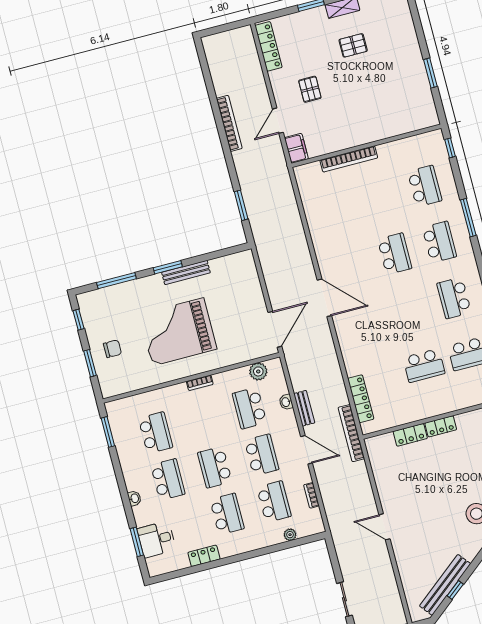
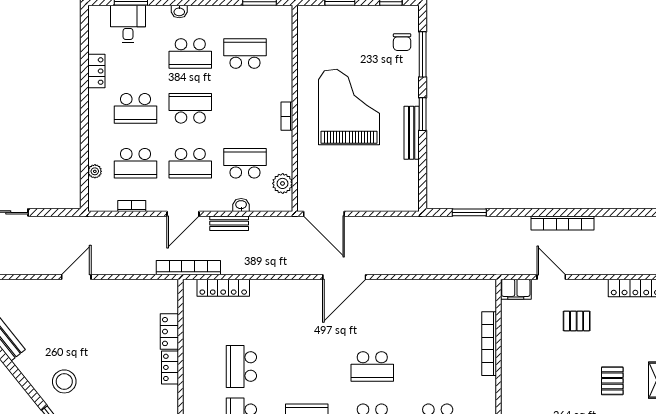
chair: (112, 349) -> (402, 42), moved
school desk: (156, 433) -> (245, 53), turned 180

